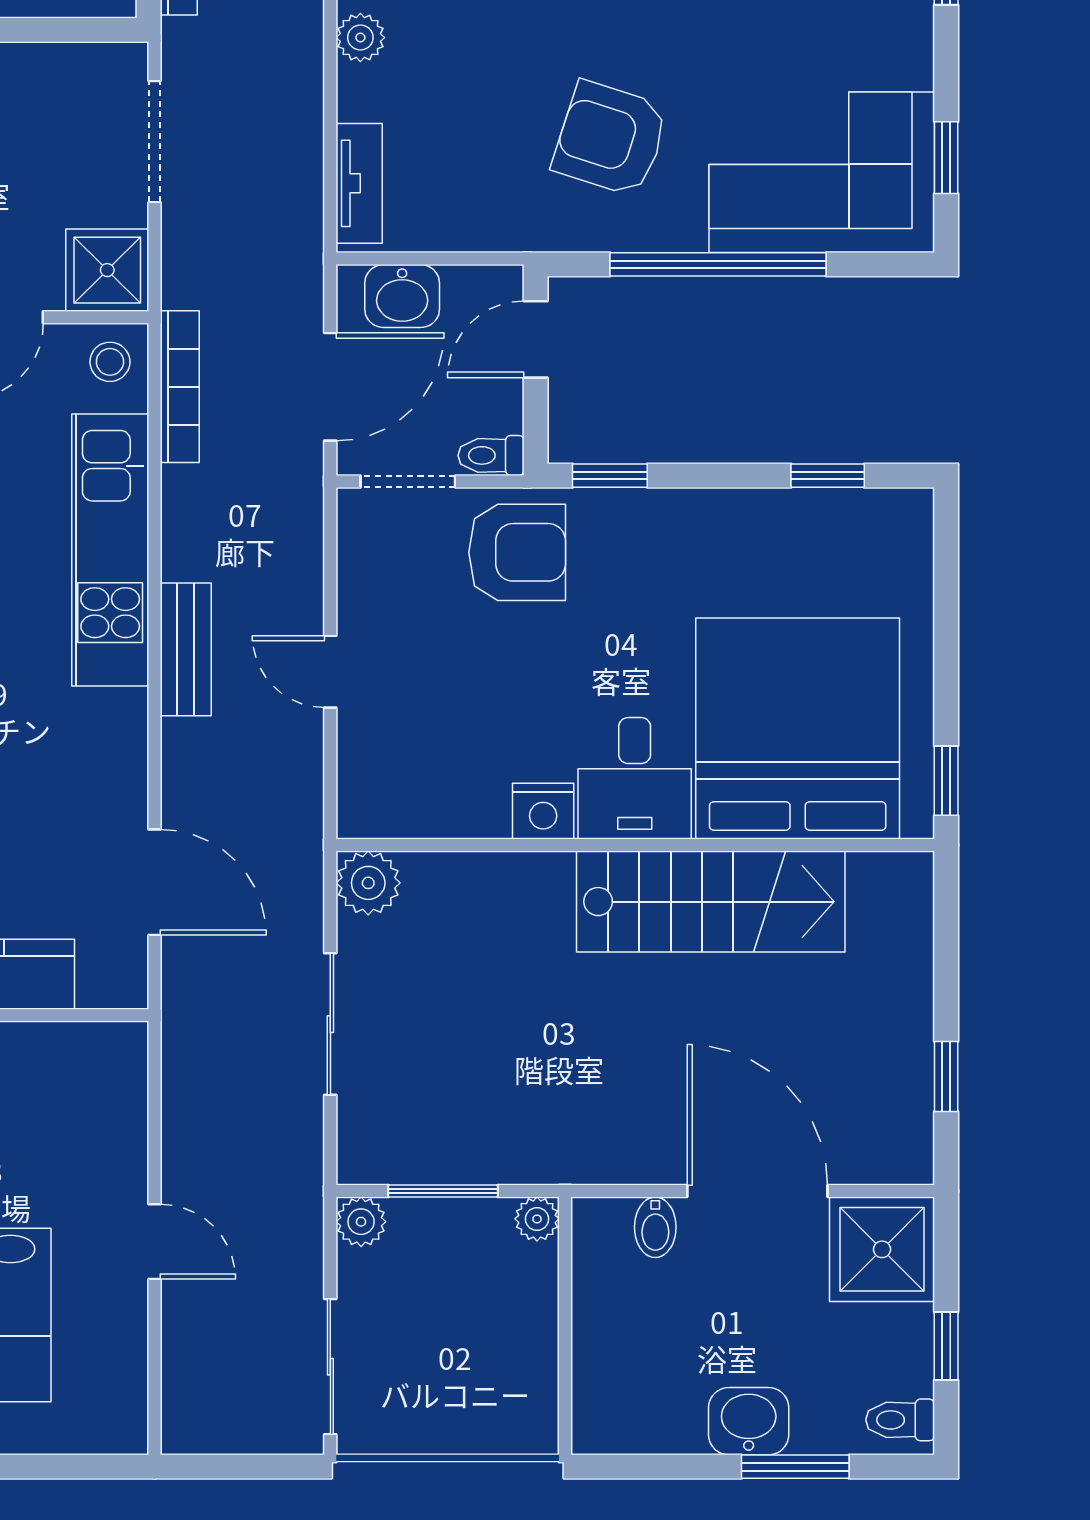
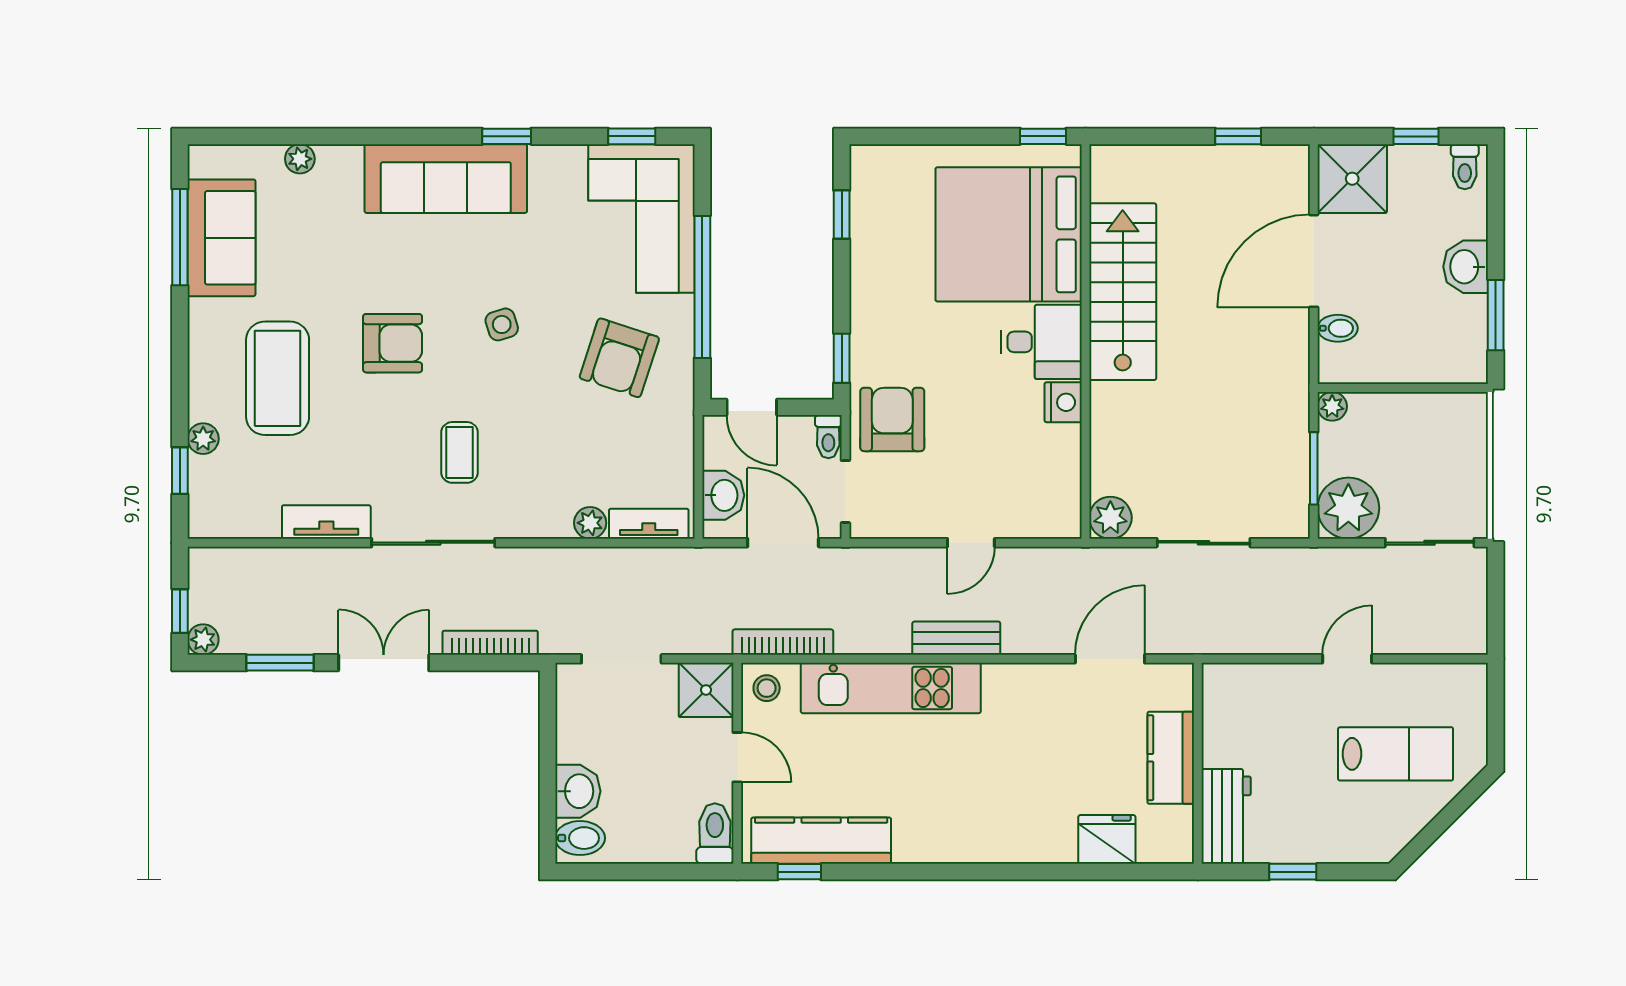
plant: (360, 38) -> (590, 523), moved
plant: (361, 1222) -> (1348, 508), width x1.87, depth x1.87
window: (795, 1467) -> (1496, 315), moved

